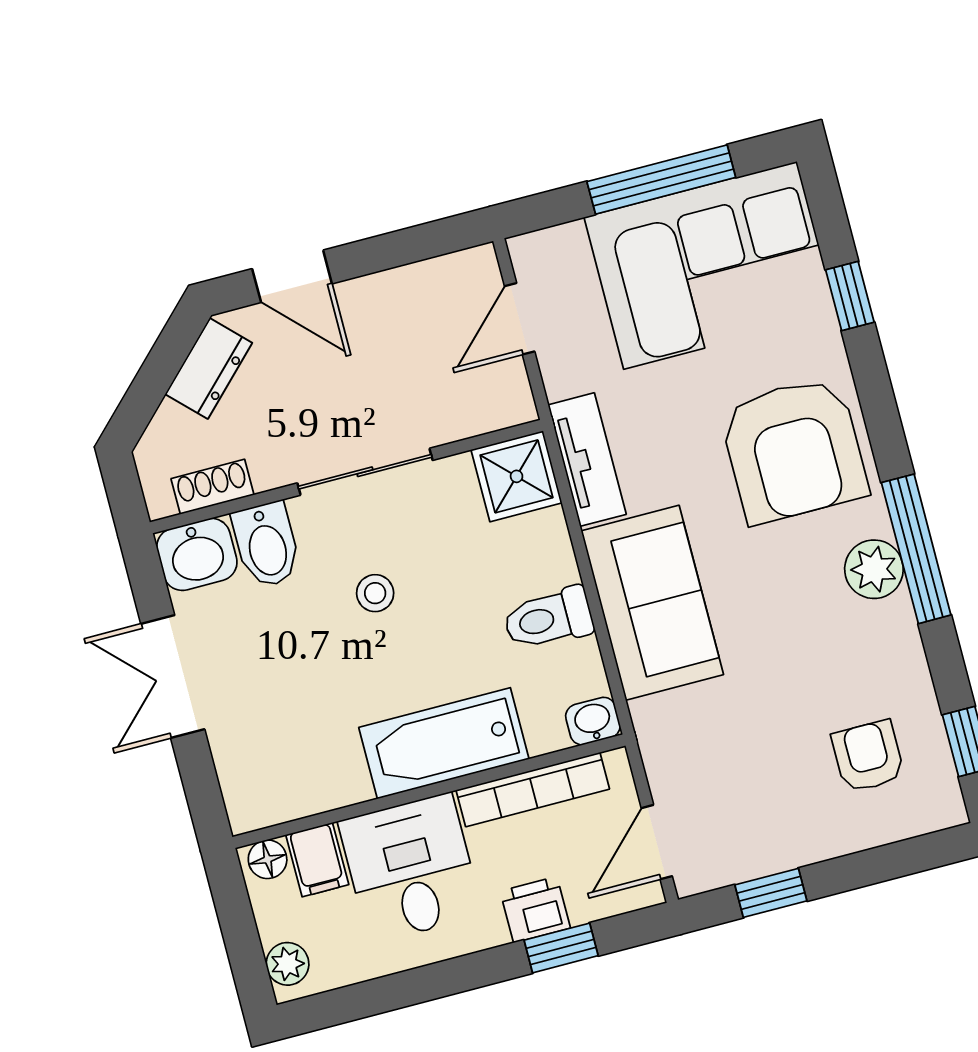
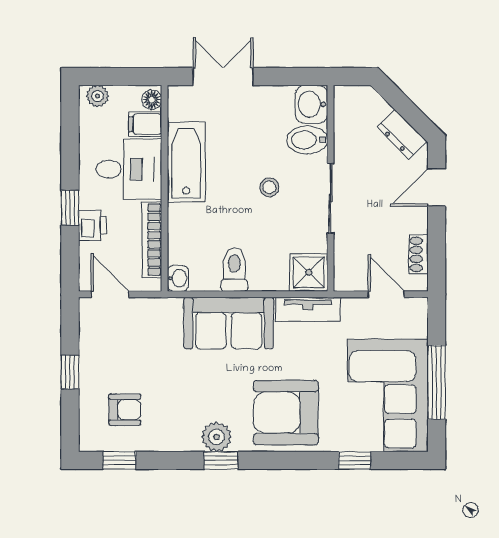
shoe rack: (213, 487) -> (419, 254), moved, turned 180
window: (916, 549) -> (221, 460), width x0.46
double door: (173, 677) -> (223, 77), moved
bathtub: (444, 743) -> (186, 162), moved
window: (771, 893) -> (70, 372), moved
window: (561, 948) -> (70, 208), moved

